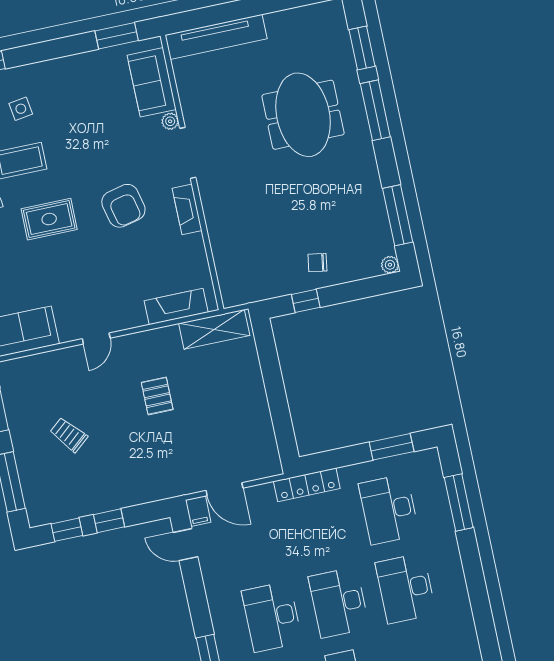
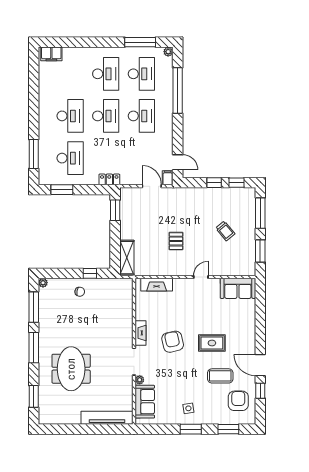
window: (117, 36) -> (191, 429), moved
side table: (21, 109) -> (188, 408), moved
window: (375, 110) -> (34, 348), moved
shelving: (214, 329) -> (127, 258), moved, turned 90
window: (284, 429) -> (115, 210), added
locker: (307, 485) -> (109, 179), width x0.66

